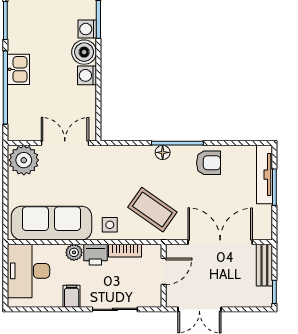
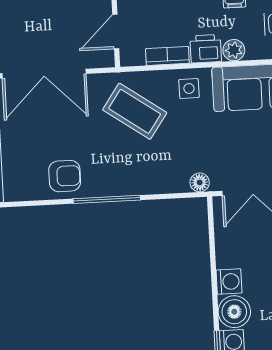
floor lamp: (163, 152) -> (200, 182), moved
armchair: (209, 163) -> (65, 176), turned 180

